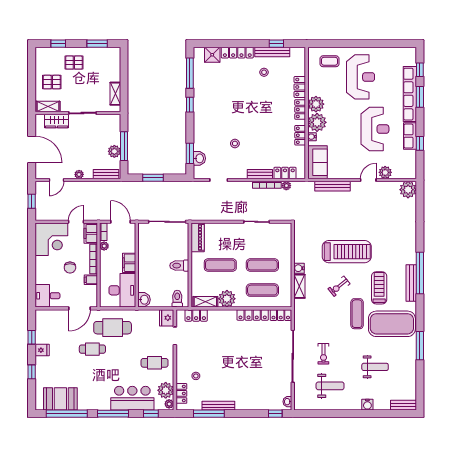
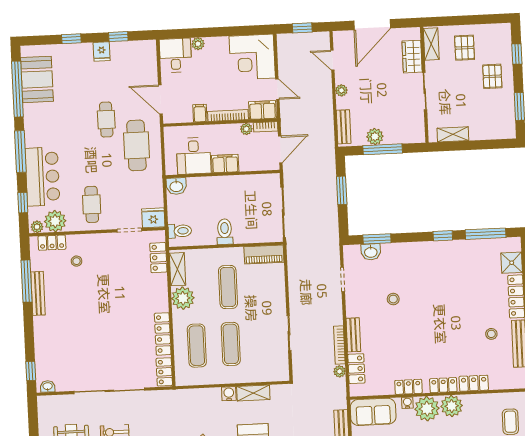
chair: (70, 268) -> (215, 84), removed
plant: (40, 279) -> (198, 44), added
shelving: (299, 286) -> (253, 393), moved
desk: (122, 290) -> (194, 156), width x0.73

